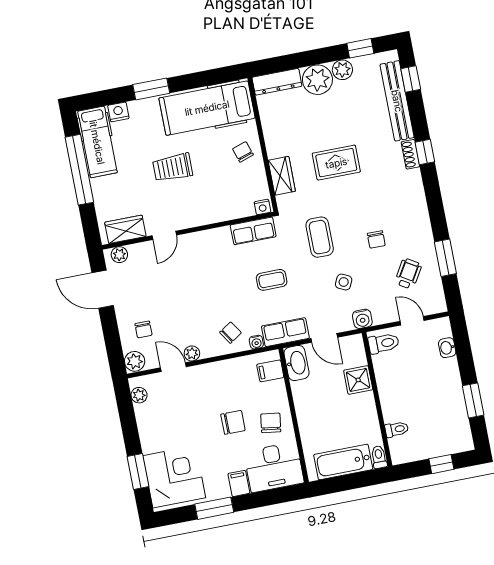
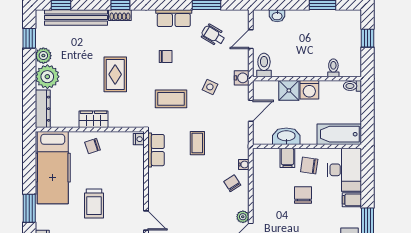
wardrobe: (282, 176) -> (93, 119), moved
chair: (376, 239) -> (166, 57), moved
row of seats: (285, 332) -> (174, 18), moved, turned -90
washbasin: (296, 363) -> (286, 136), moved
filing cabinet: (270, 371) -> (287, 158), moved
washing machine: (364, 405) -> (309, 90), added
bathtub: (343, 462) -> (339, 134), moved, turned 90

